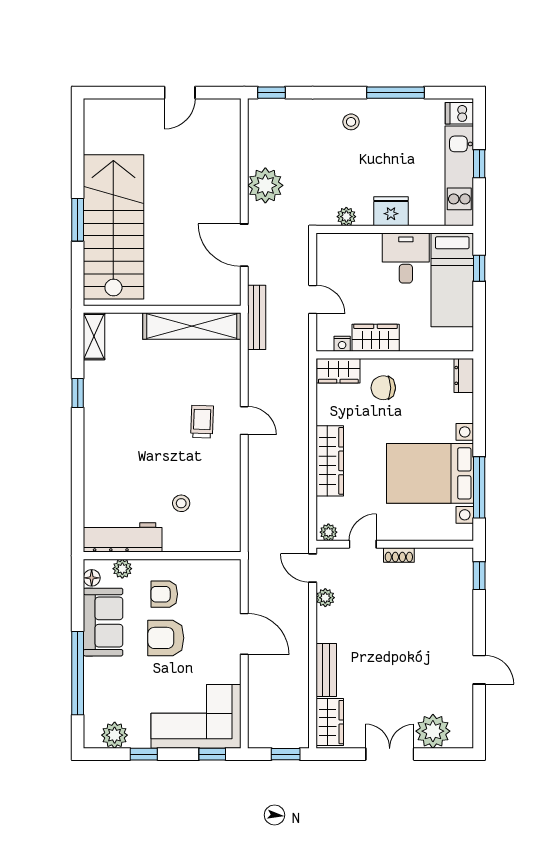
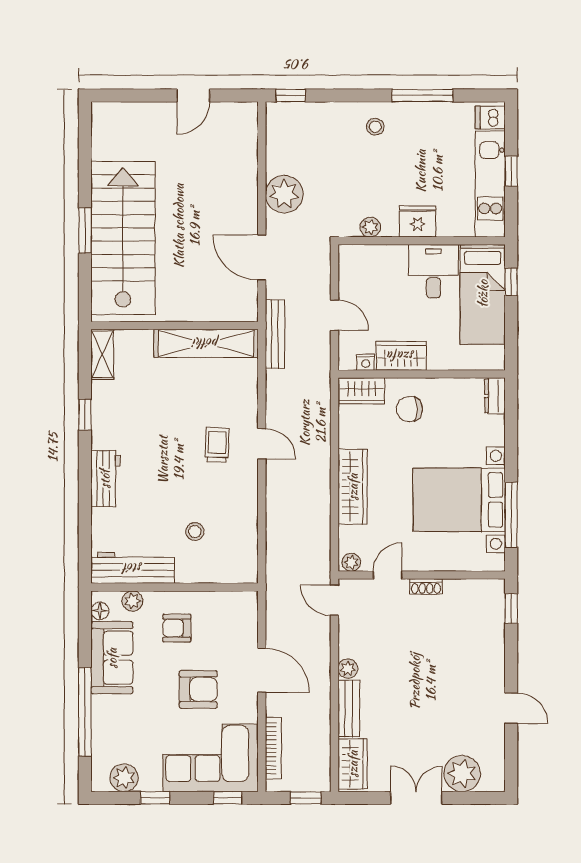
workbench: (97, 453) -> (105, 479), added
plant: (325, 598) -> (348, 669), moved
armchair: (166, 638) -> (198, 689), moved, turned 180
bookcase: (255, 707) -> (273, 748), added

